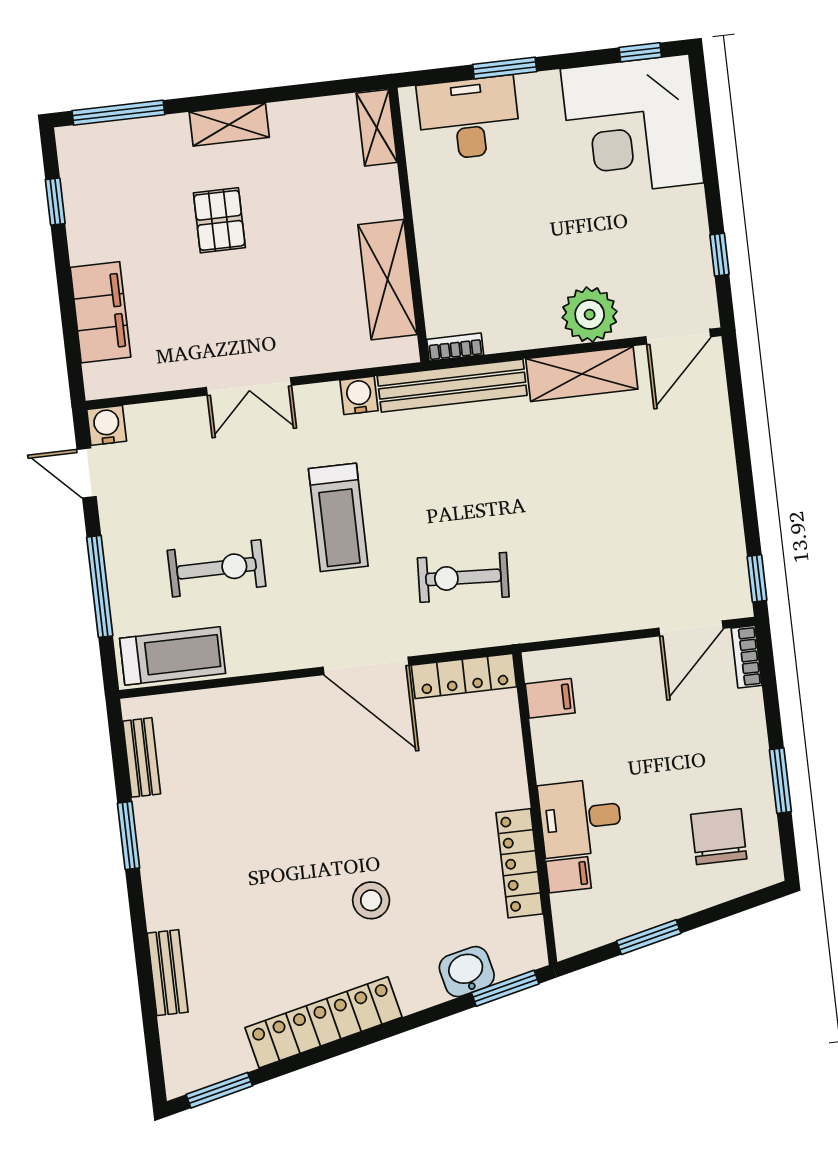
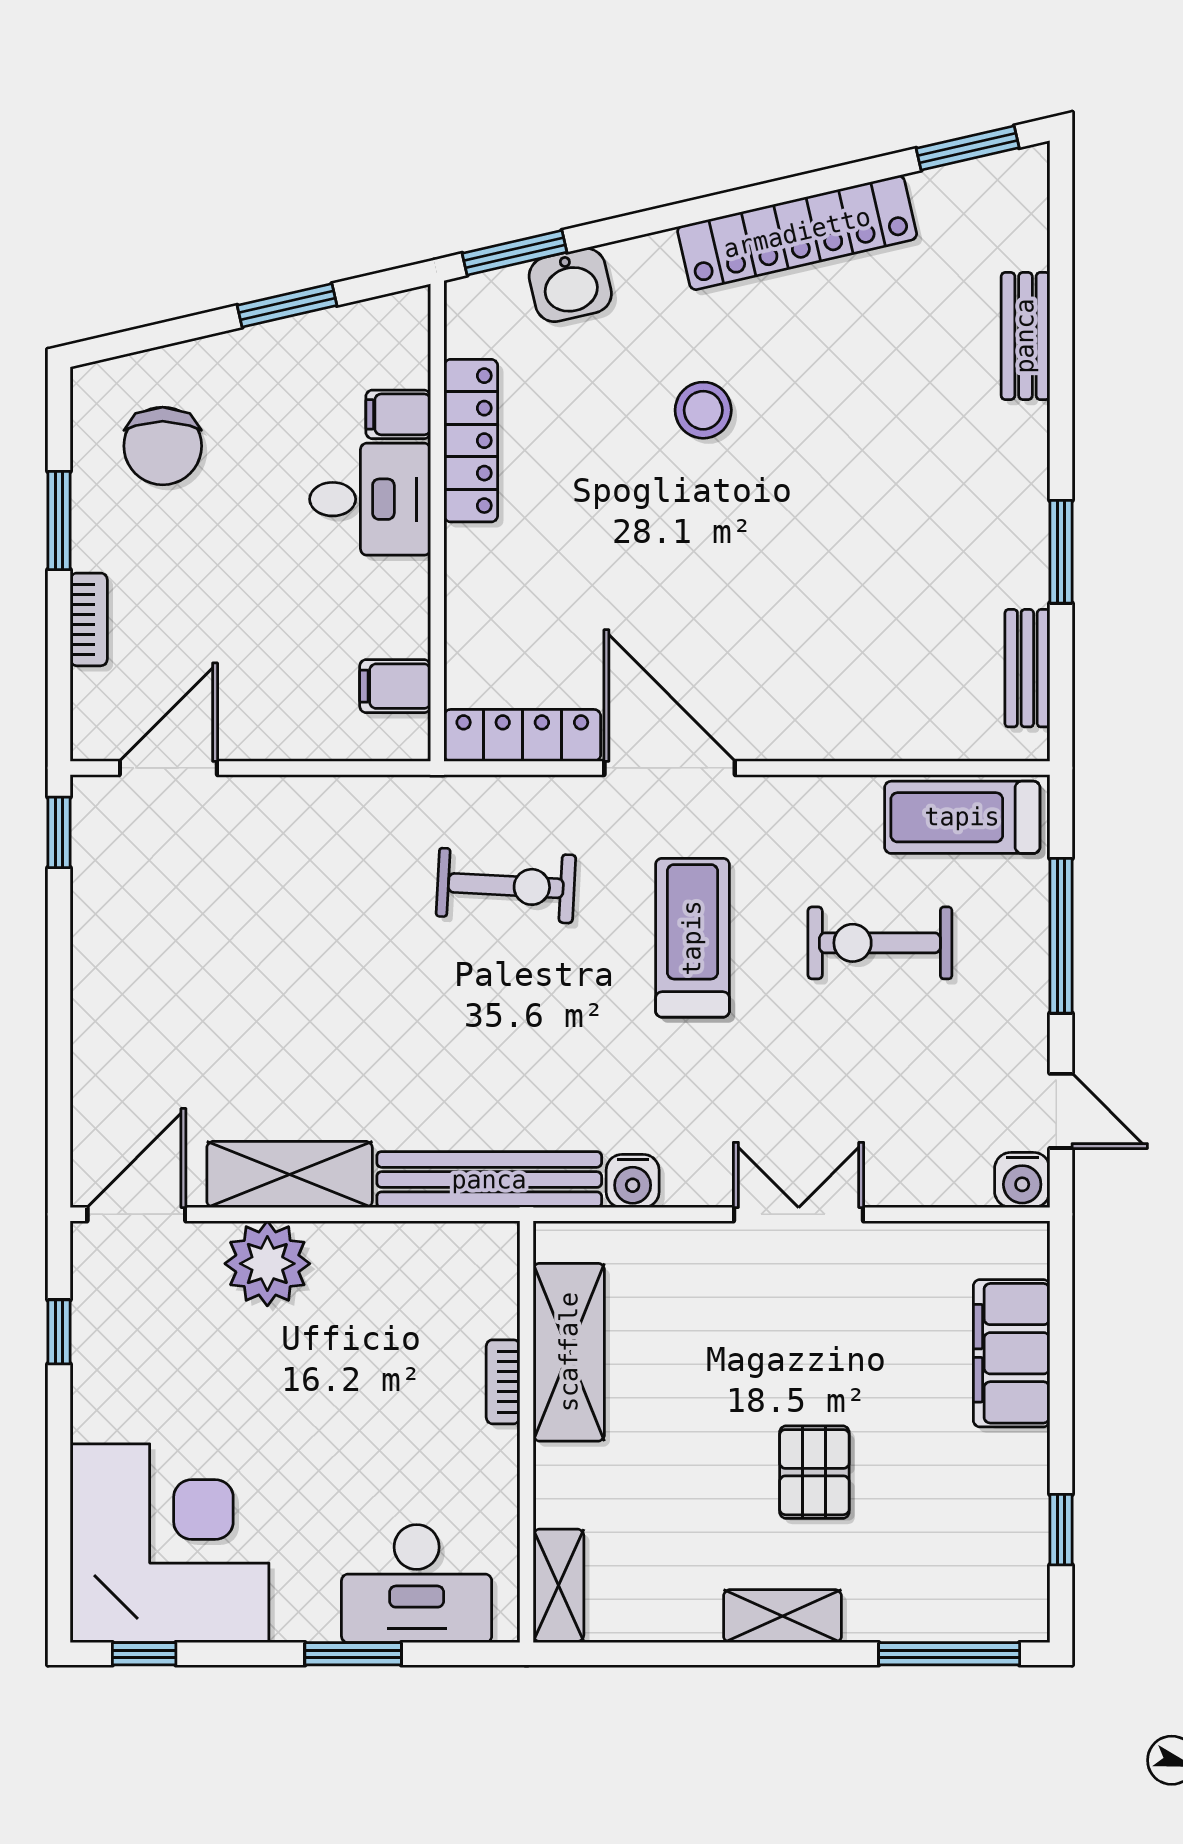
bookcase: (455, 347) -> (503, 1382), moved, turned 90
treadmill: (338, 517) -> (692, 938), moved
bookcase: (747, 657) -> (89, 619), moved

